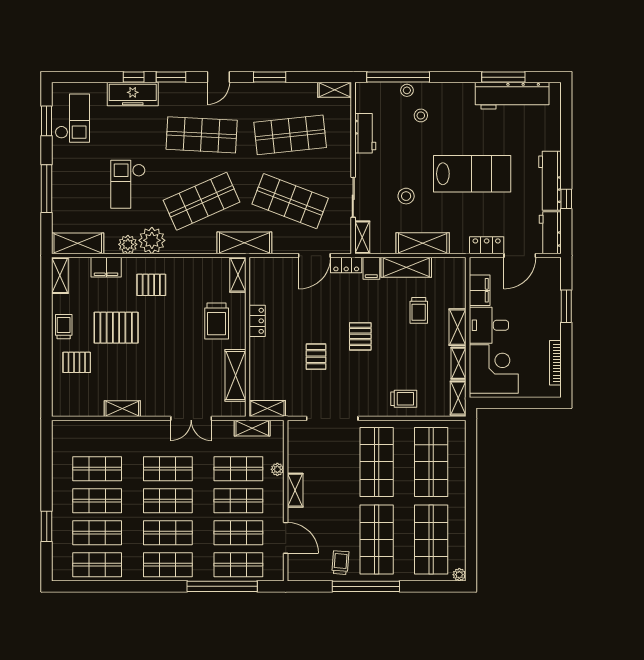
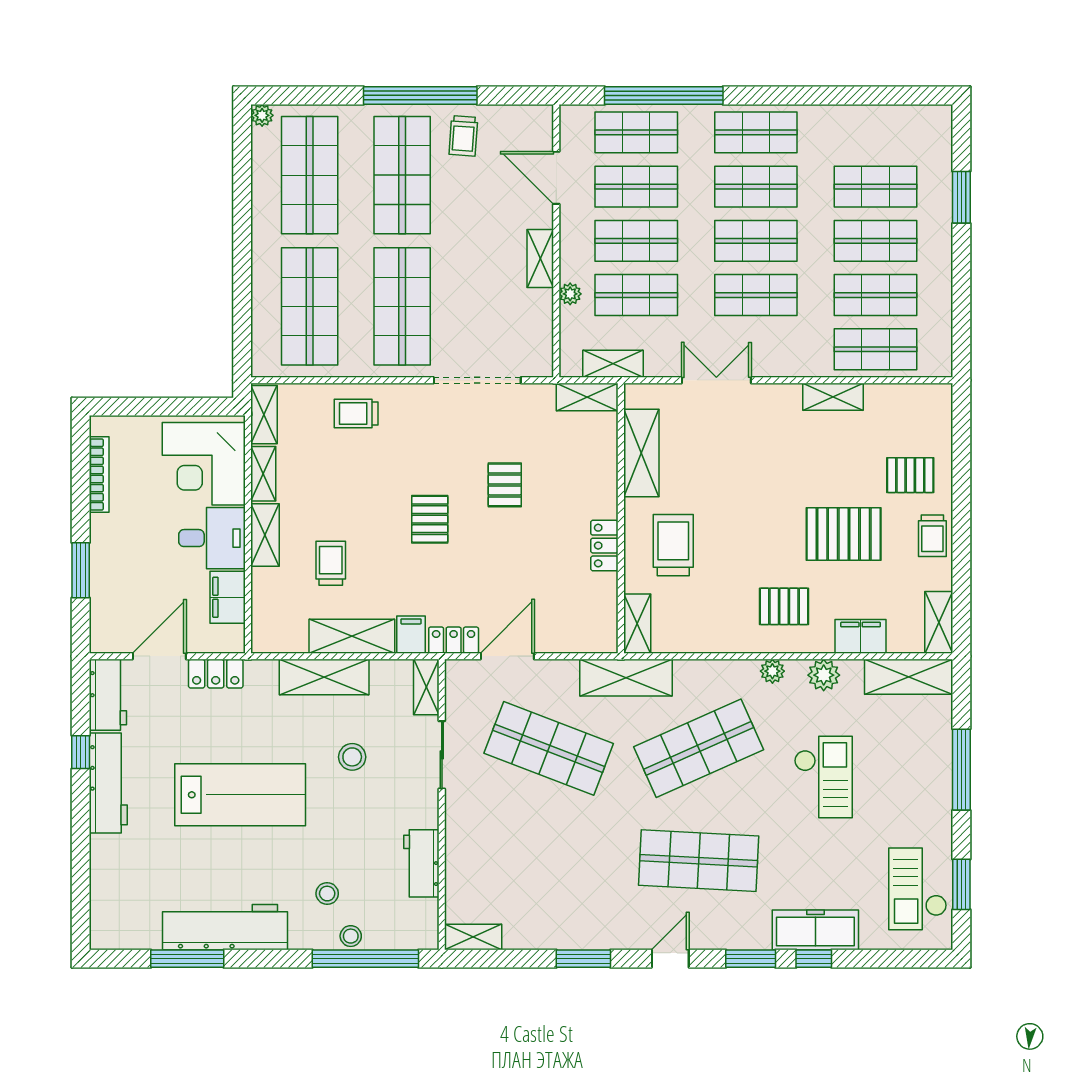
workbench: (512, 96) -> (225, 927), moved
shop shelf: (290, 135) -> (549, 861), removed
lab bench: (472, 174) -> (240, 795), turned 180
plant: (152, 240) -> (772, 671), width x0.53, depth x0.53
shop shelf: (97, 565) -> (876, 349), moved

